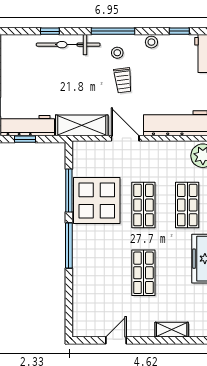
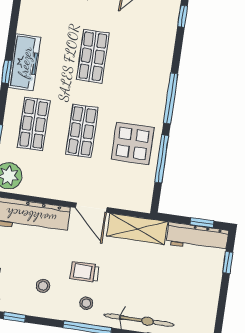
stool: (151, 42) -> (43, 286), moved
trolley: (123, 80) -> (84, 272), turned -83
display table: (97, 201) -> (133, 143), width x0.73, depth x0.73
window: (69, 320) -> (183, 16), added

